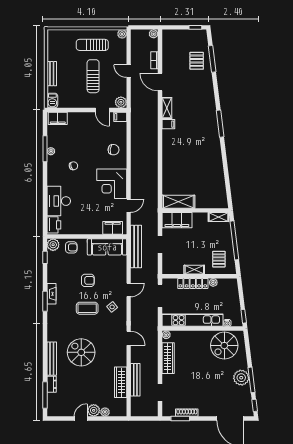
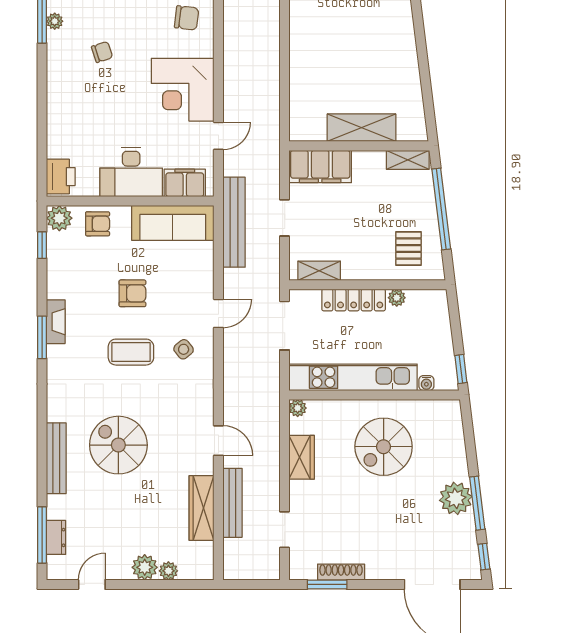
desk: (59, 201) -> (131, 172), moved, turned -90
shelving: (178, 202) -> (362, 128), moved
shelving: (194, 270) -> (319, 271), moved
door: (129, 338) -> (218, 441), moved
spiral stairs: (224, 346) -> (384, 447), moved
wardrobe: (168, 358) -> (302, 457), width x0.67
dresser: (52, 384) -> (56, 537), moved
door: (81, 419) -> (92, 584), moved

